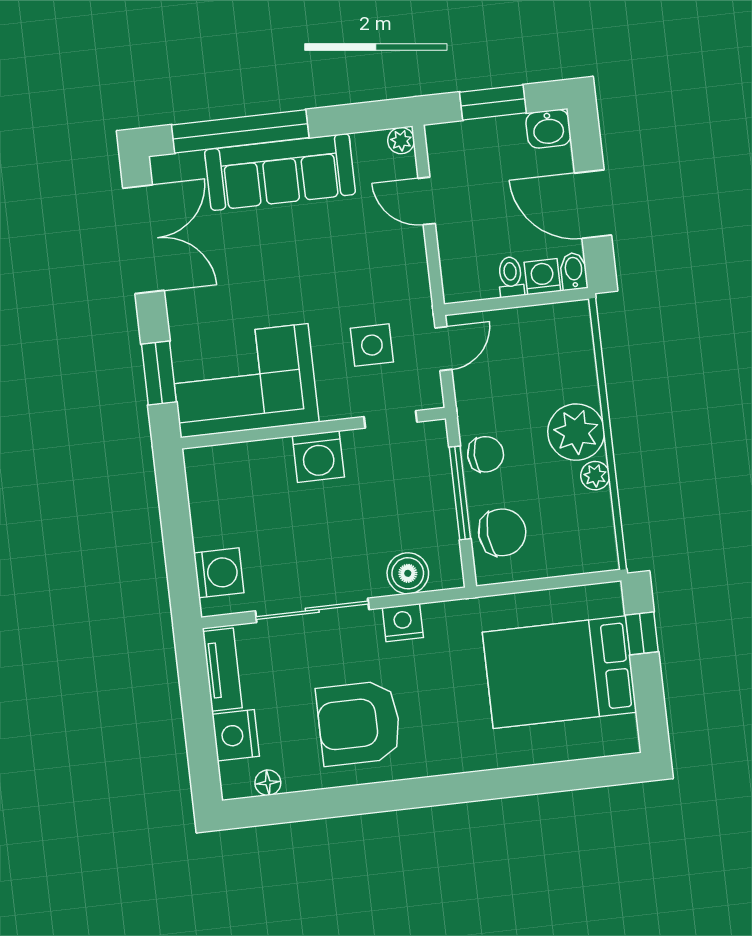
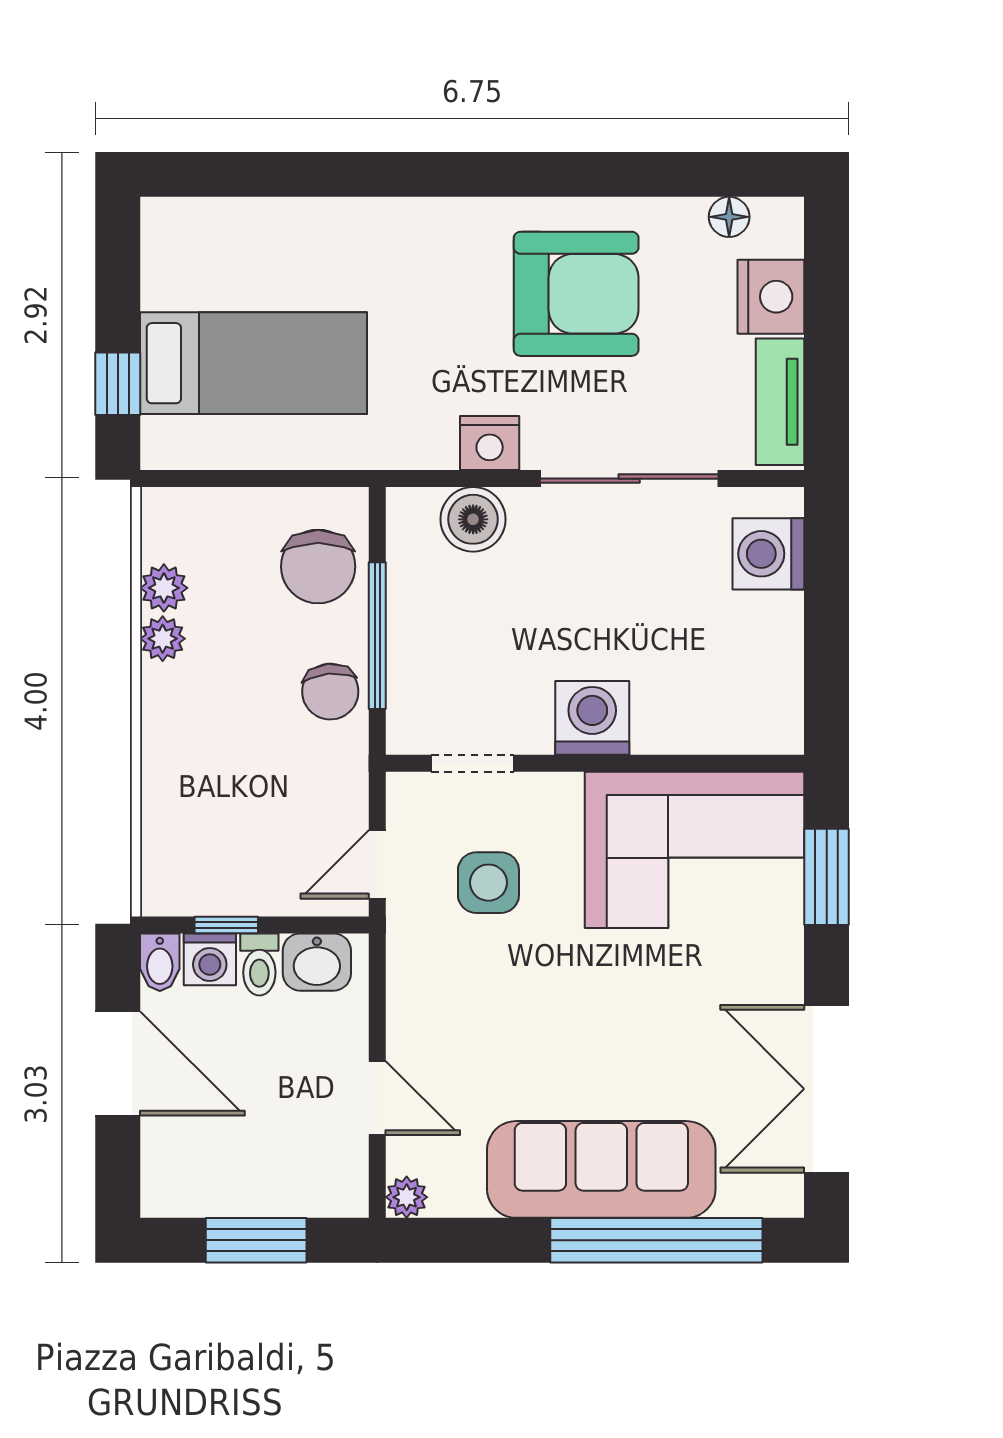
washbasin: (548, 129) -> (317, 962), moved, turned 180
window: (534, 299) -> (226, 925), added
plant: (576, 432) -> (164, 588), moved, width x0.53, depth x0.53
chair: (486, 454) -> (330, 692), turned -95
chair: (502, 532) -> (318, 567), turned -86
bed: (560, 672) -> (253, 363), width x0.67

